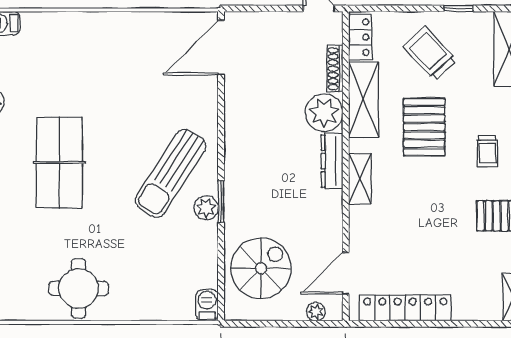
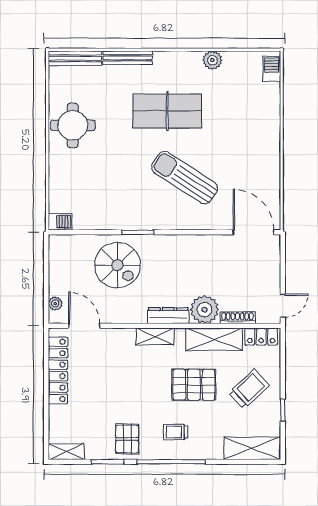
sun lounger: (171, 173) -> (185, 178), moved
plant: (206, 208) -> (133, 221), removed
spiral stairs: (261, 268) -> (117, 265), moved

